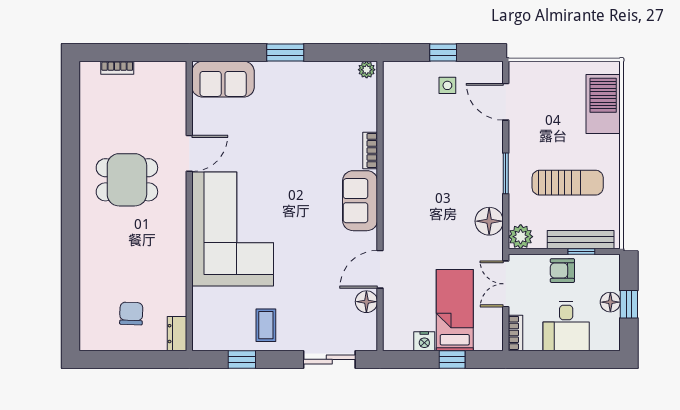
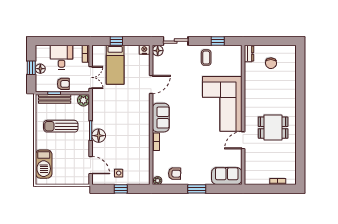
armchair: (331, 84) -> (175, 174), added
floor lamp: (489, 221) -> (99, 136), moved
floor lamp: (366, 302) -> (158, 51), moved
nightstand: (424, 341) -> (144, 50), moved

